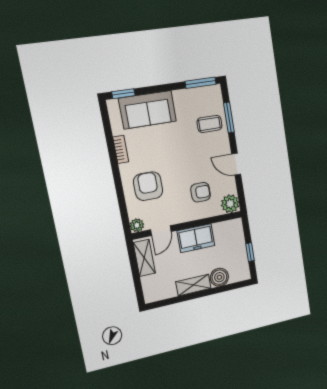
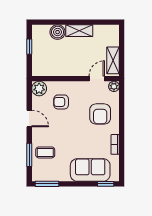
freezer: (196, 238) -> (71, 67), removed

